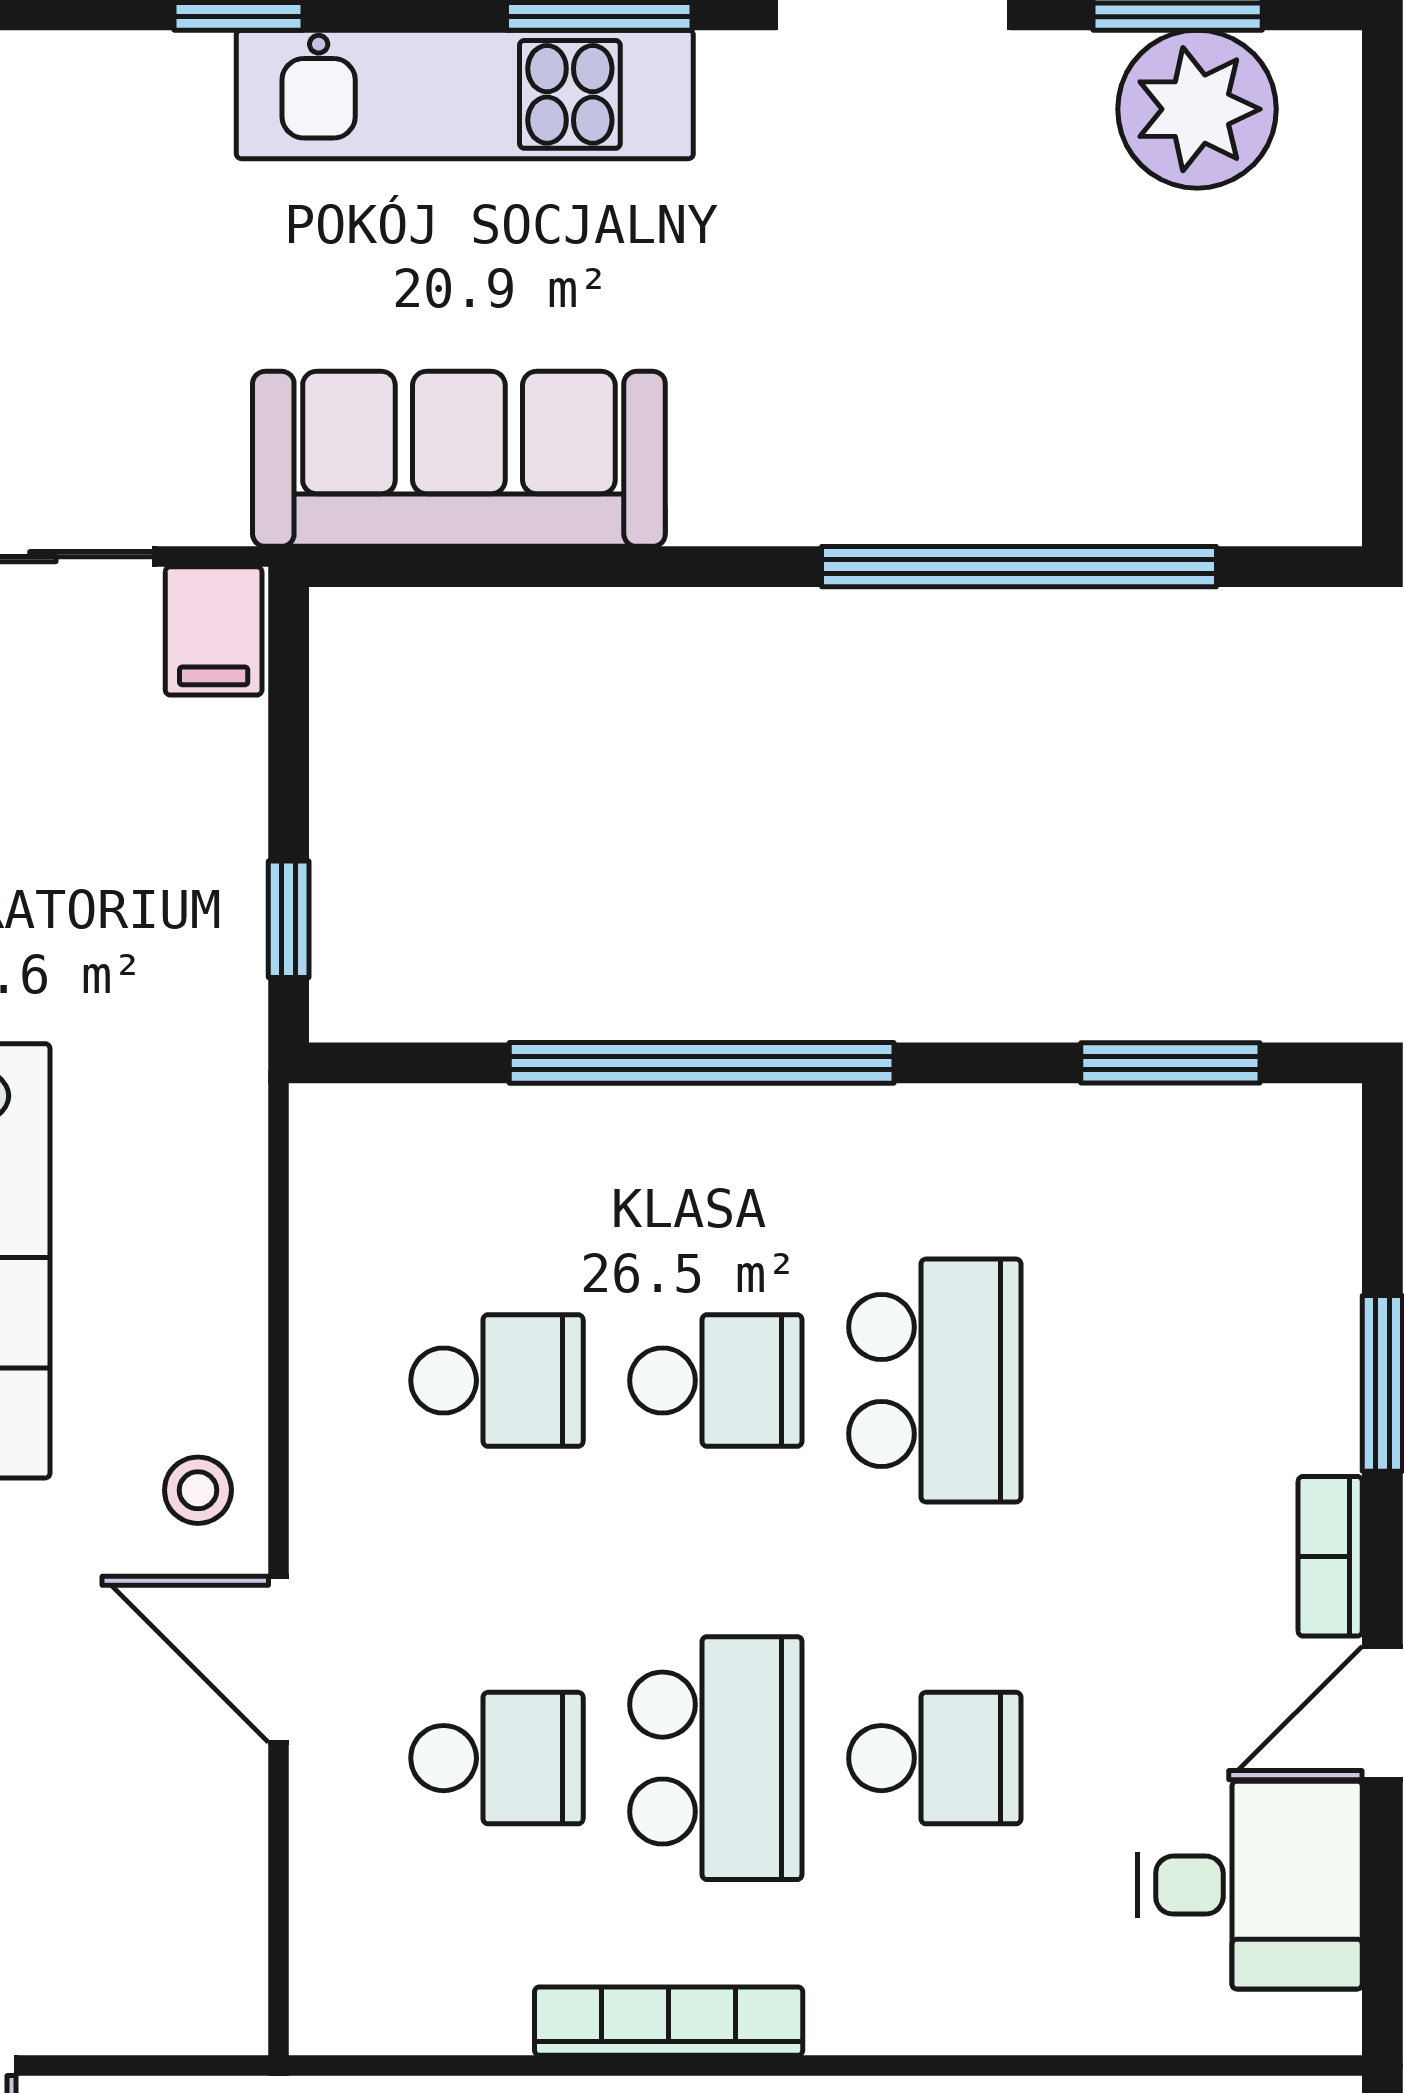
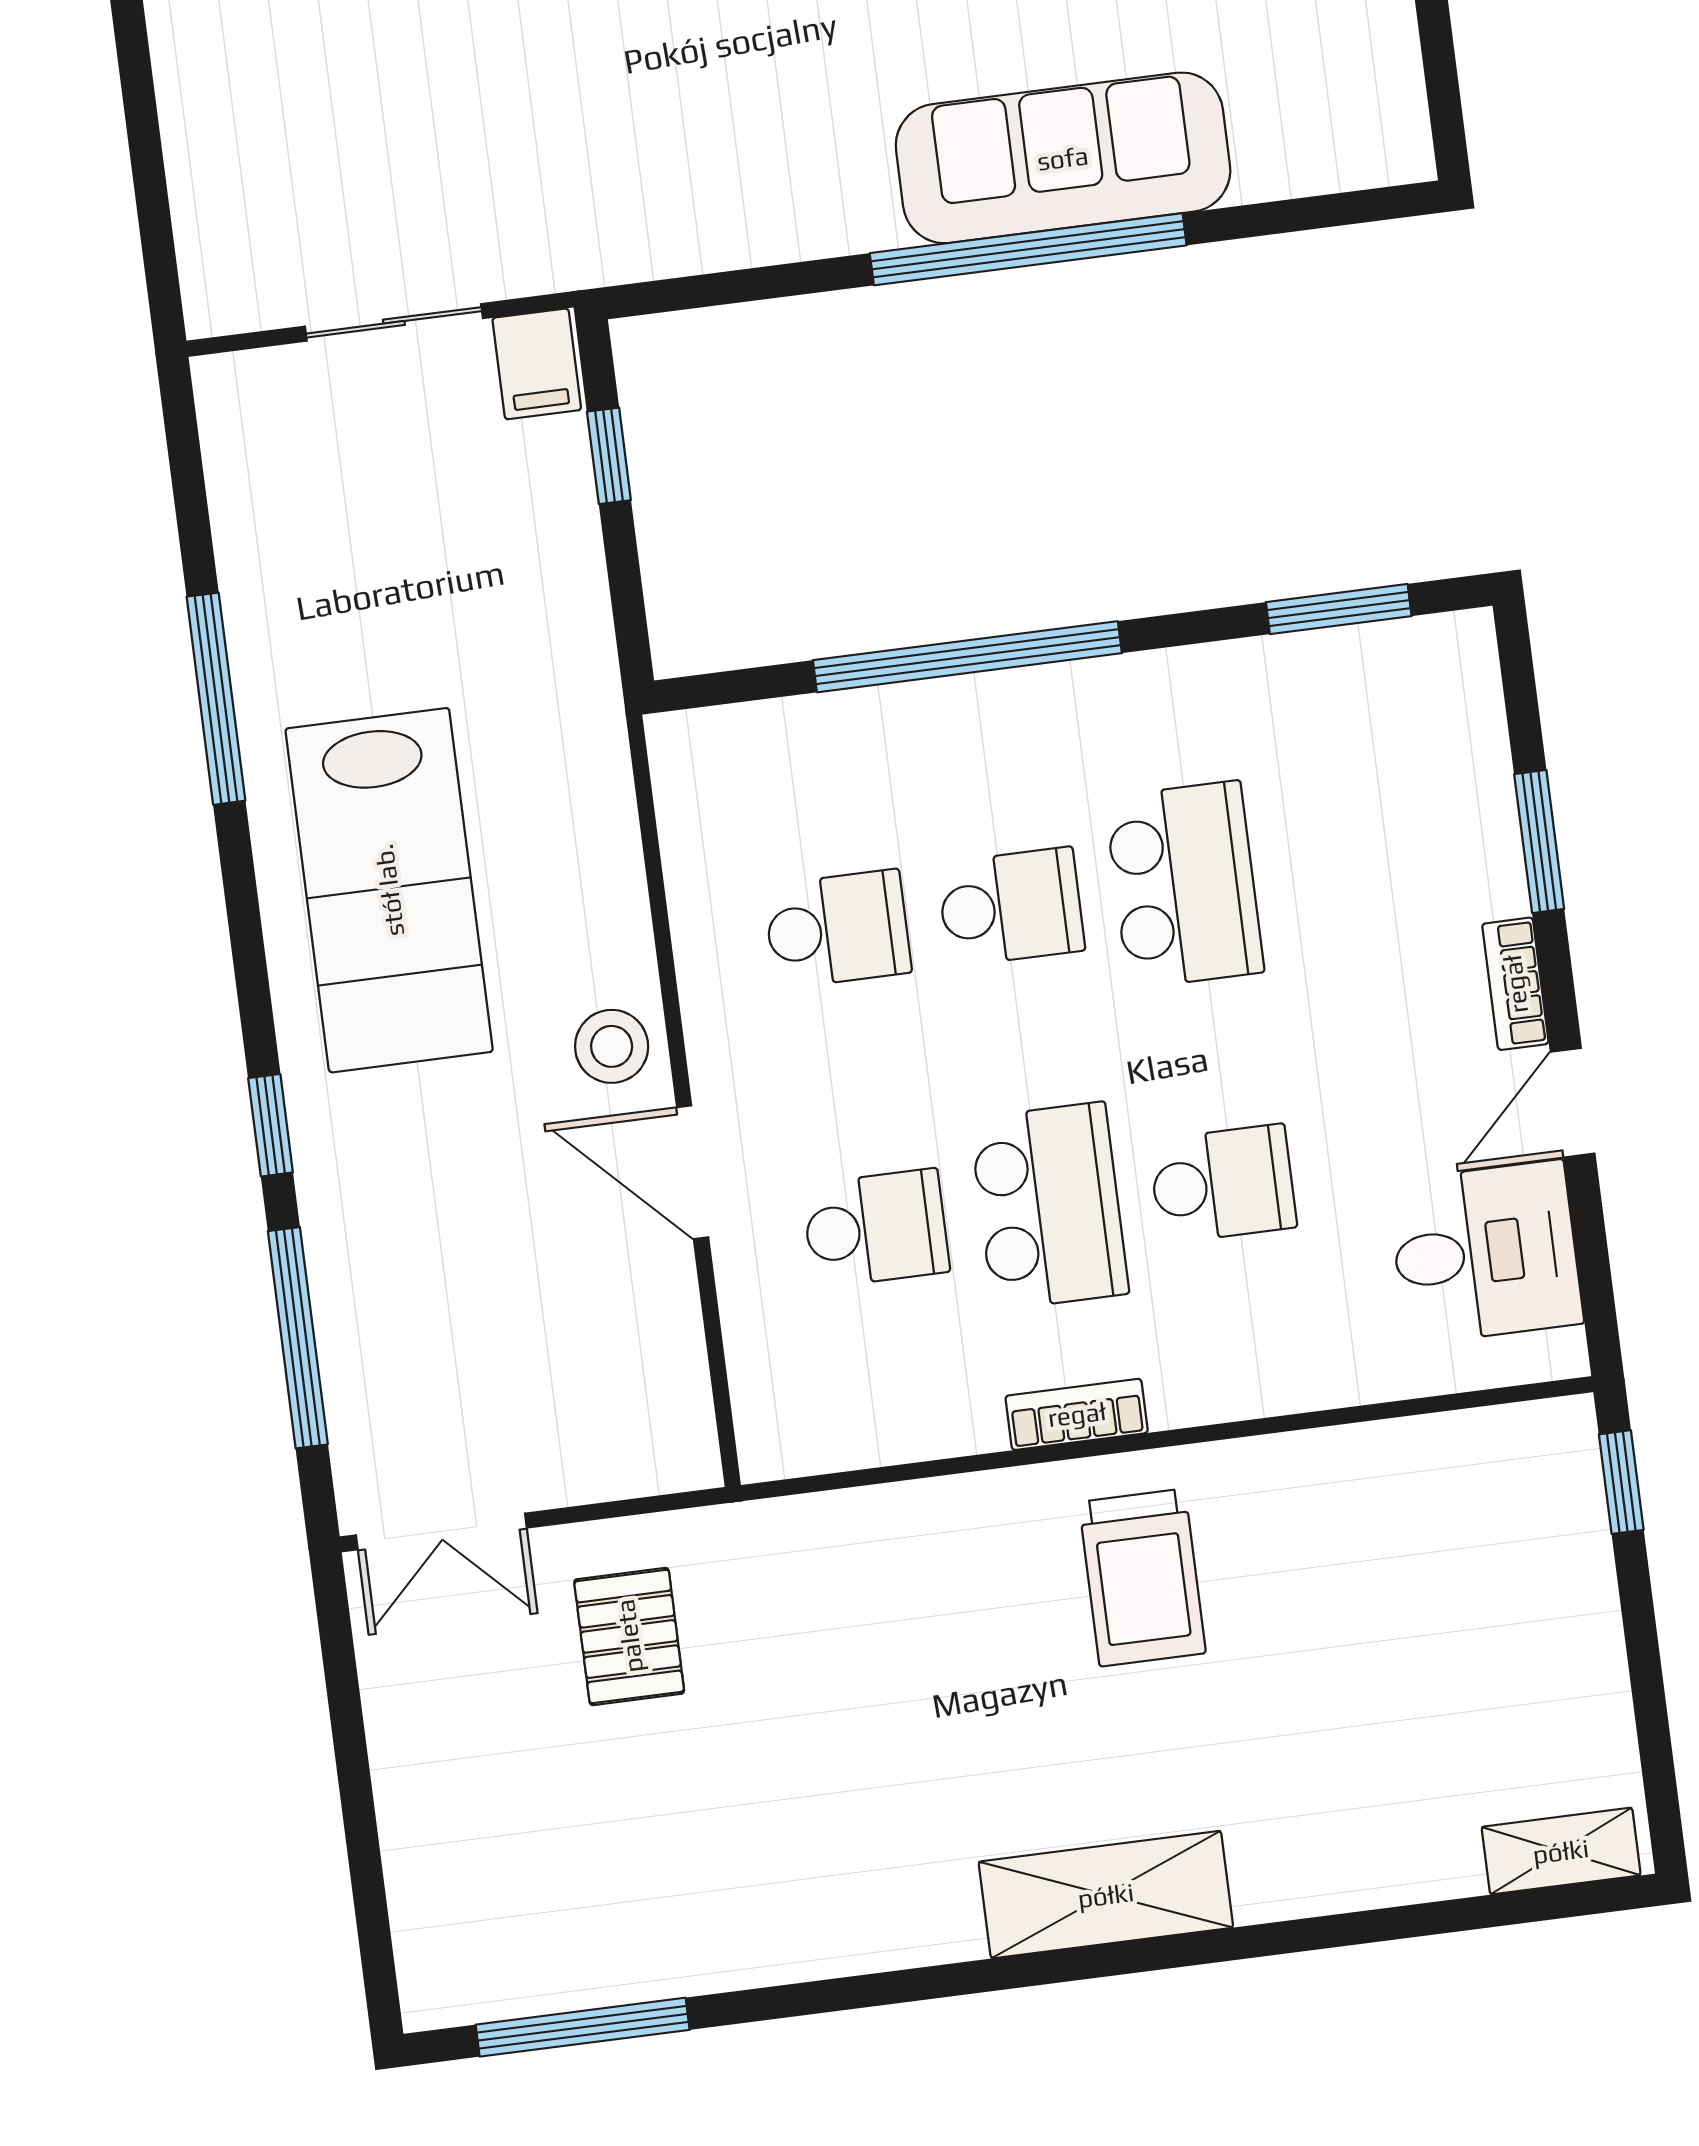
sofa: (459, 459) -> (1063, 158), moved
window: (1019, 567) -> (1028, 249), moved
window: (289, 919) -> (609, 456), moved
stool: (198, 1490) -> (612, 1046), width x1.37, depth x1.37
bookcase: (669, 2021) -> (1077, 1414), width x0.64

